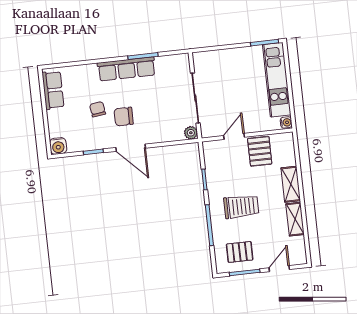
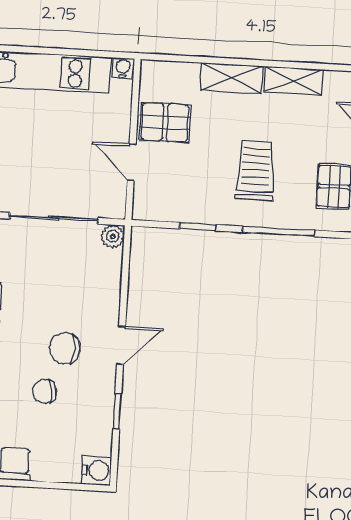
chair: (124, 117) -> (65, 348), turned 90
door: (131, 148) -> (121, 345), width x0.73

